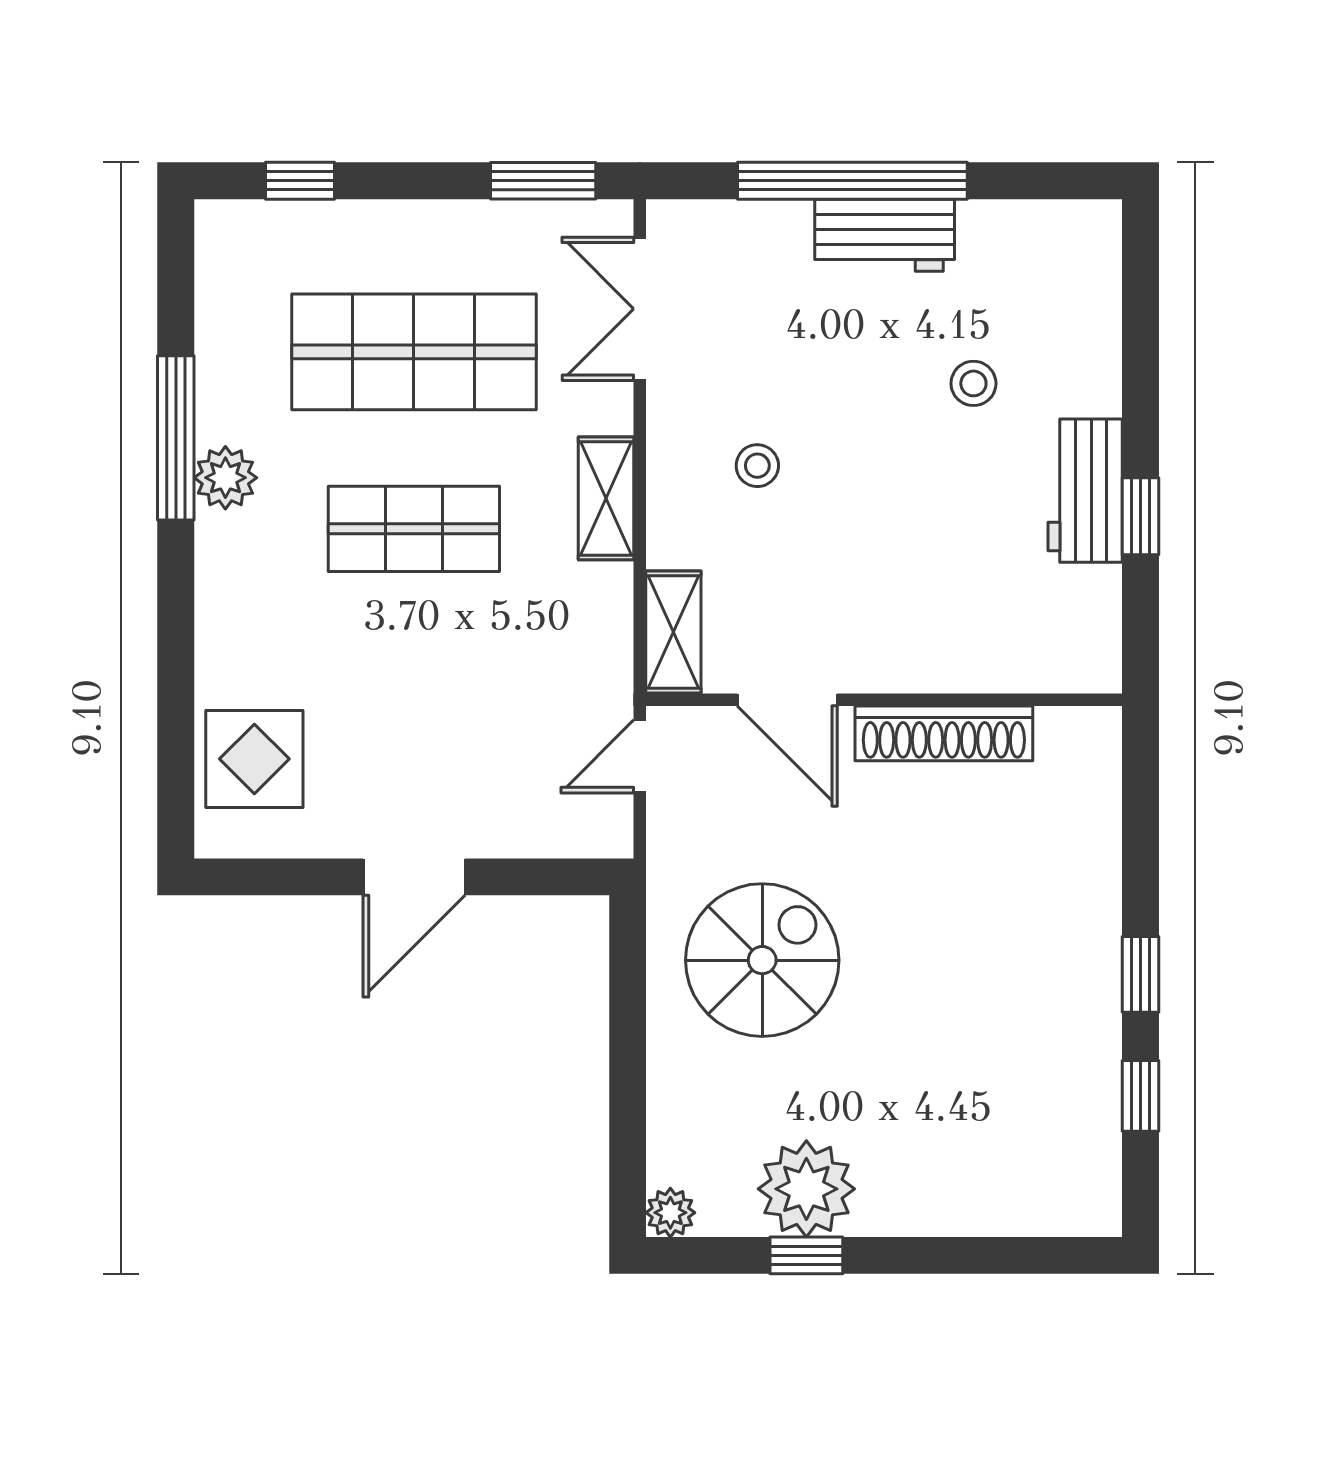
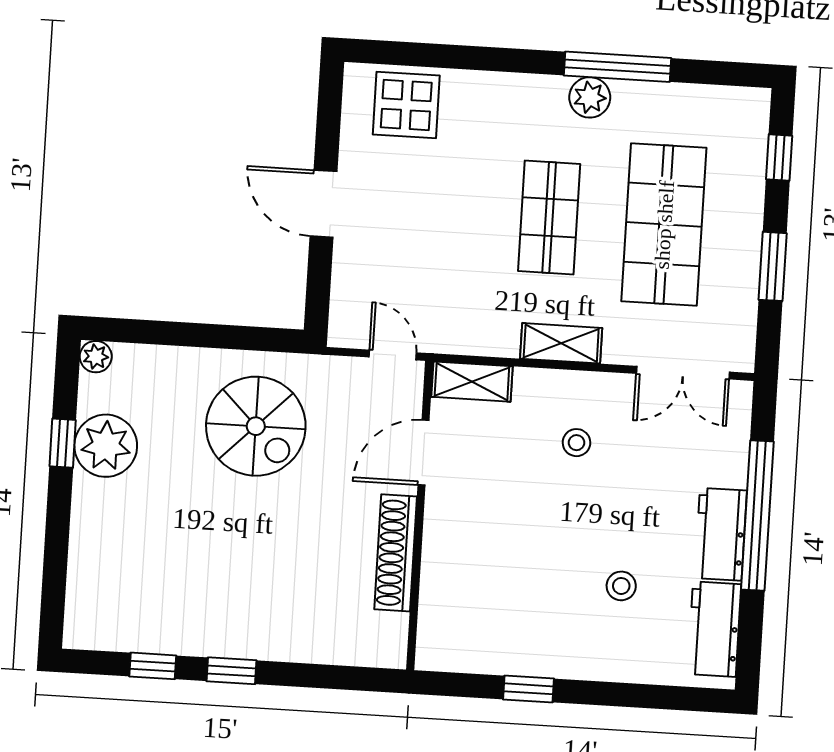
window: (543, 181) -> (773, 266), moved
double door: (640, 309) -> (683, 373), swing flipped
workbench: (1085, 491) -> (714, 629), moved, turned -90

